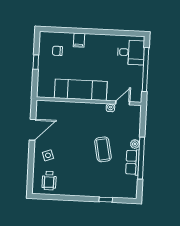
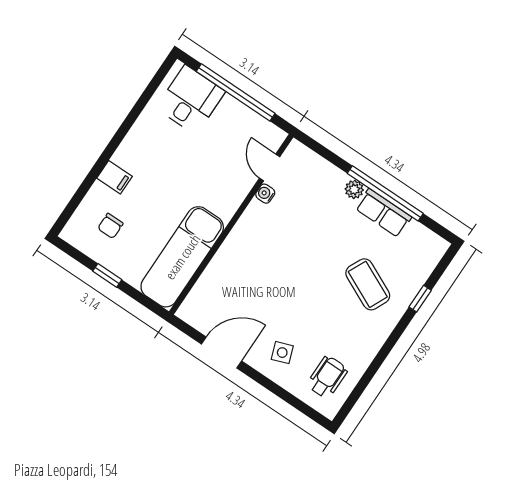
exam couch: (81, 90) -> (182, 257), moved
door: (33, 130) -> (221, 352), hinge flipped
coffee table: (103, 149) -> (368, 284), moved, turned 36
wheelchair: (49, 181) -> (327, 377), turned -90

